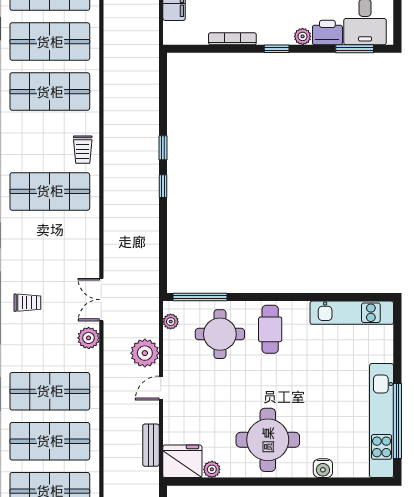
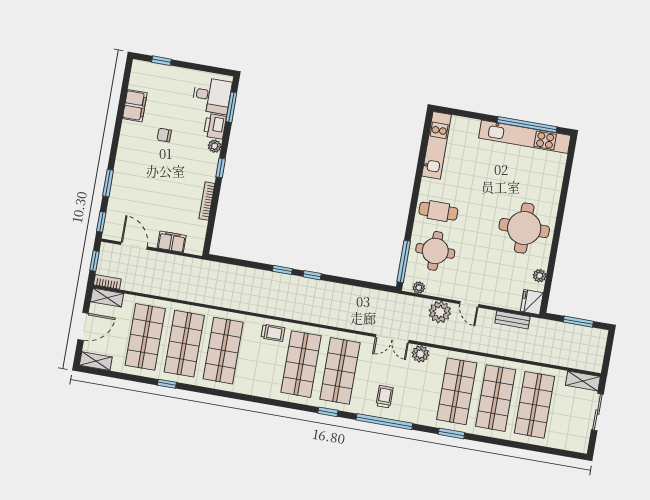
shop shelf: (50, 241) -> (340, 371), added
fridge: (182, 461) -> (532, 302), width x0.73, depth x0.75
water cooler: (323, 468) -> (554, 189), removed

